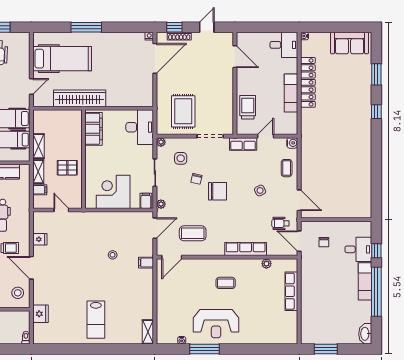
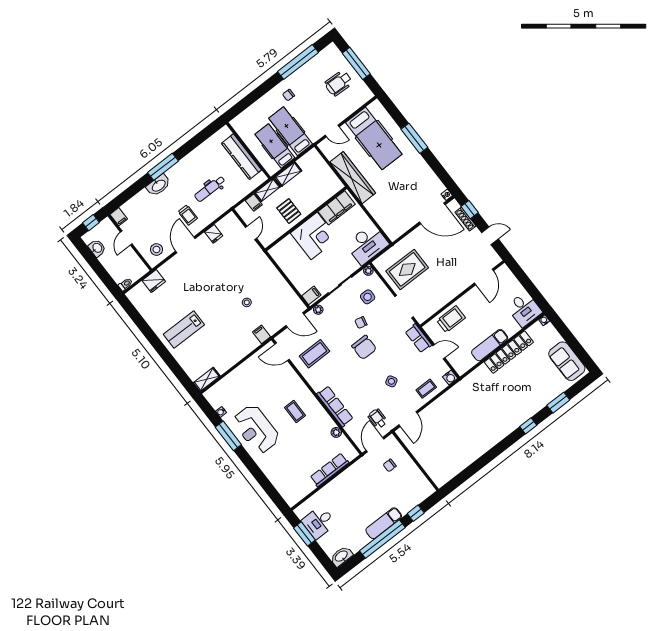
corner desk: (113, 192) -> (314, 236), moved, turned 90
coffee table: (193, 233) -> (314, 354), turned 90
desk: (358, 249) -> (319, 522), moved, turned 90

